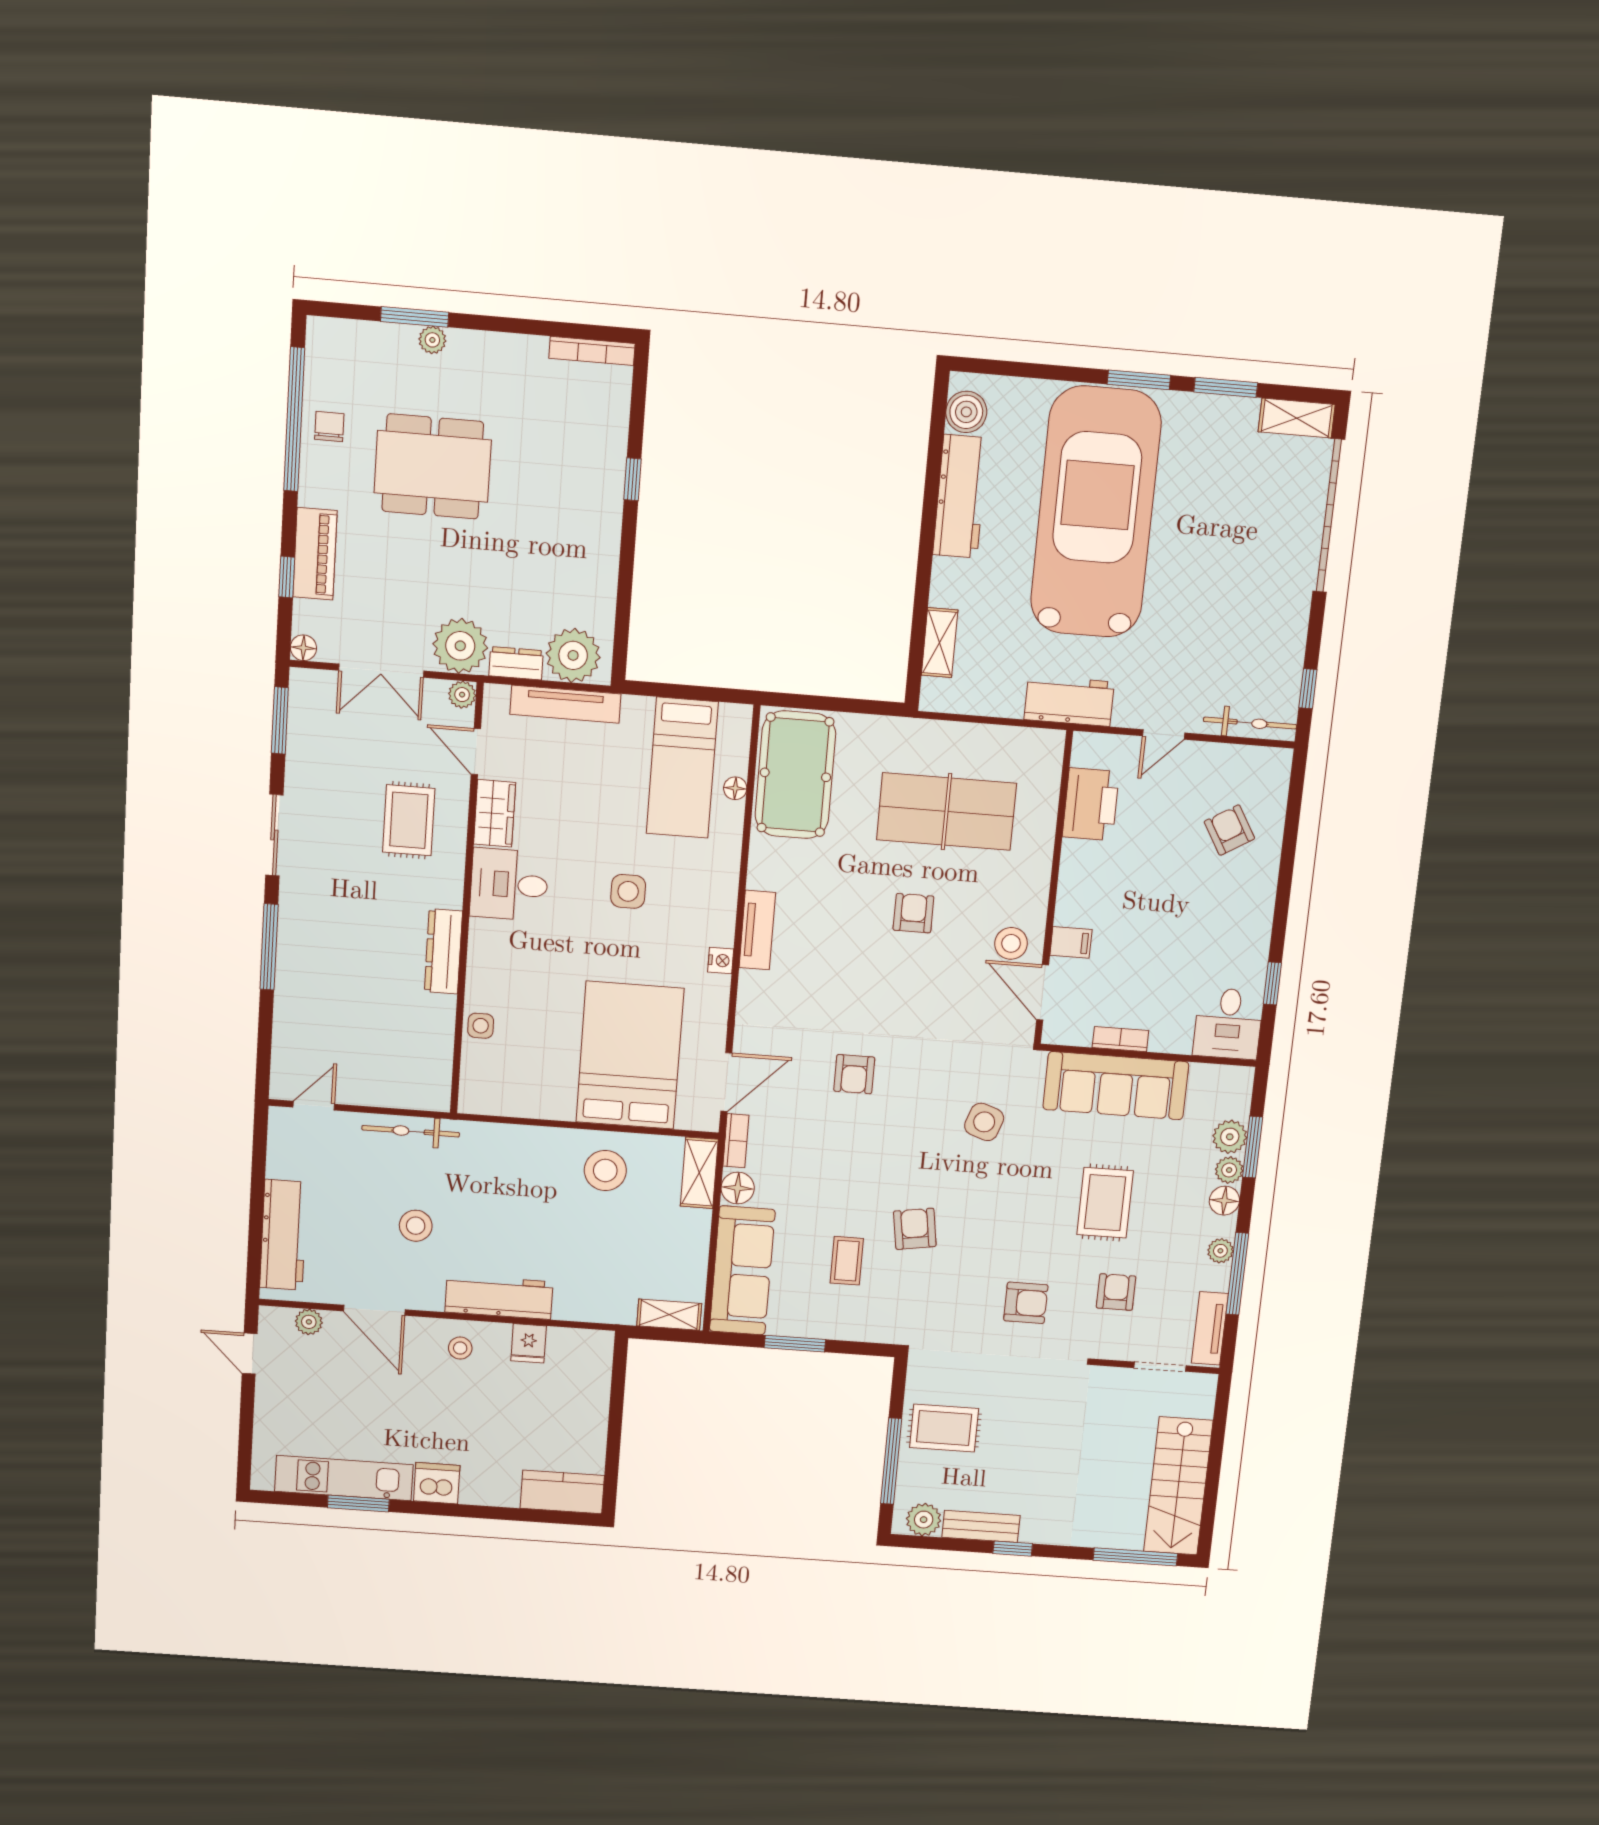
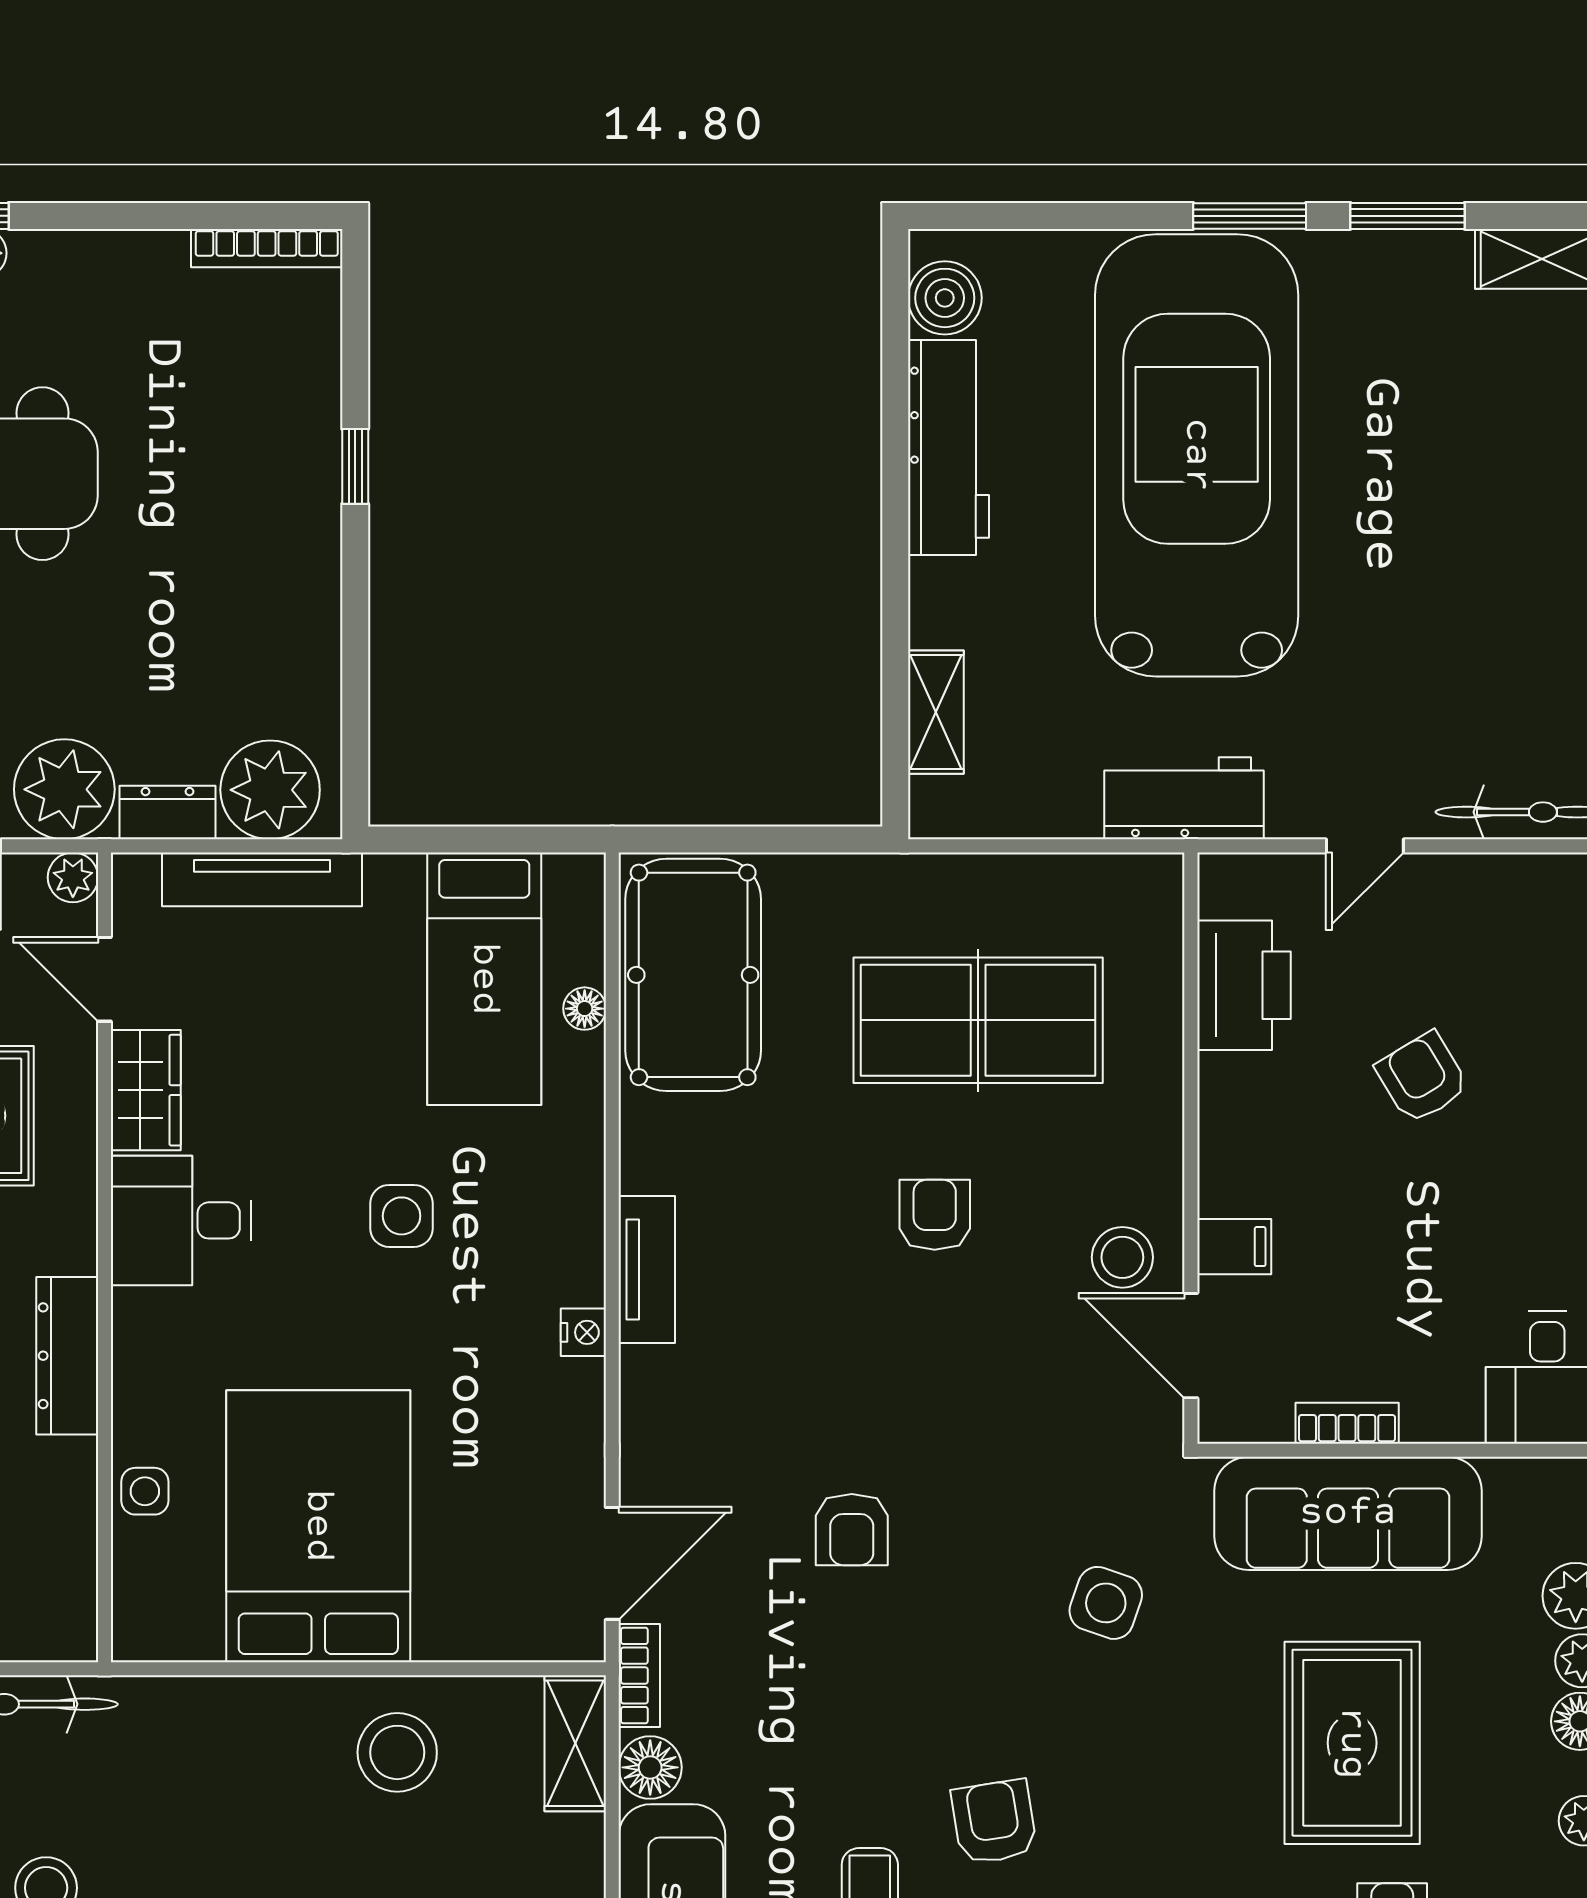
armchair: (1229, 830) -> (1422, 1078), moved
bed: (630, 1055) -> (318, 1526), moved
rug: (1105, 1203) -> (1352, 1743), width x1.36, depth x1.43

